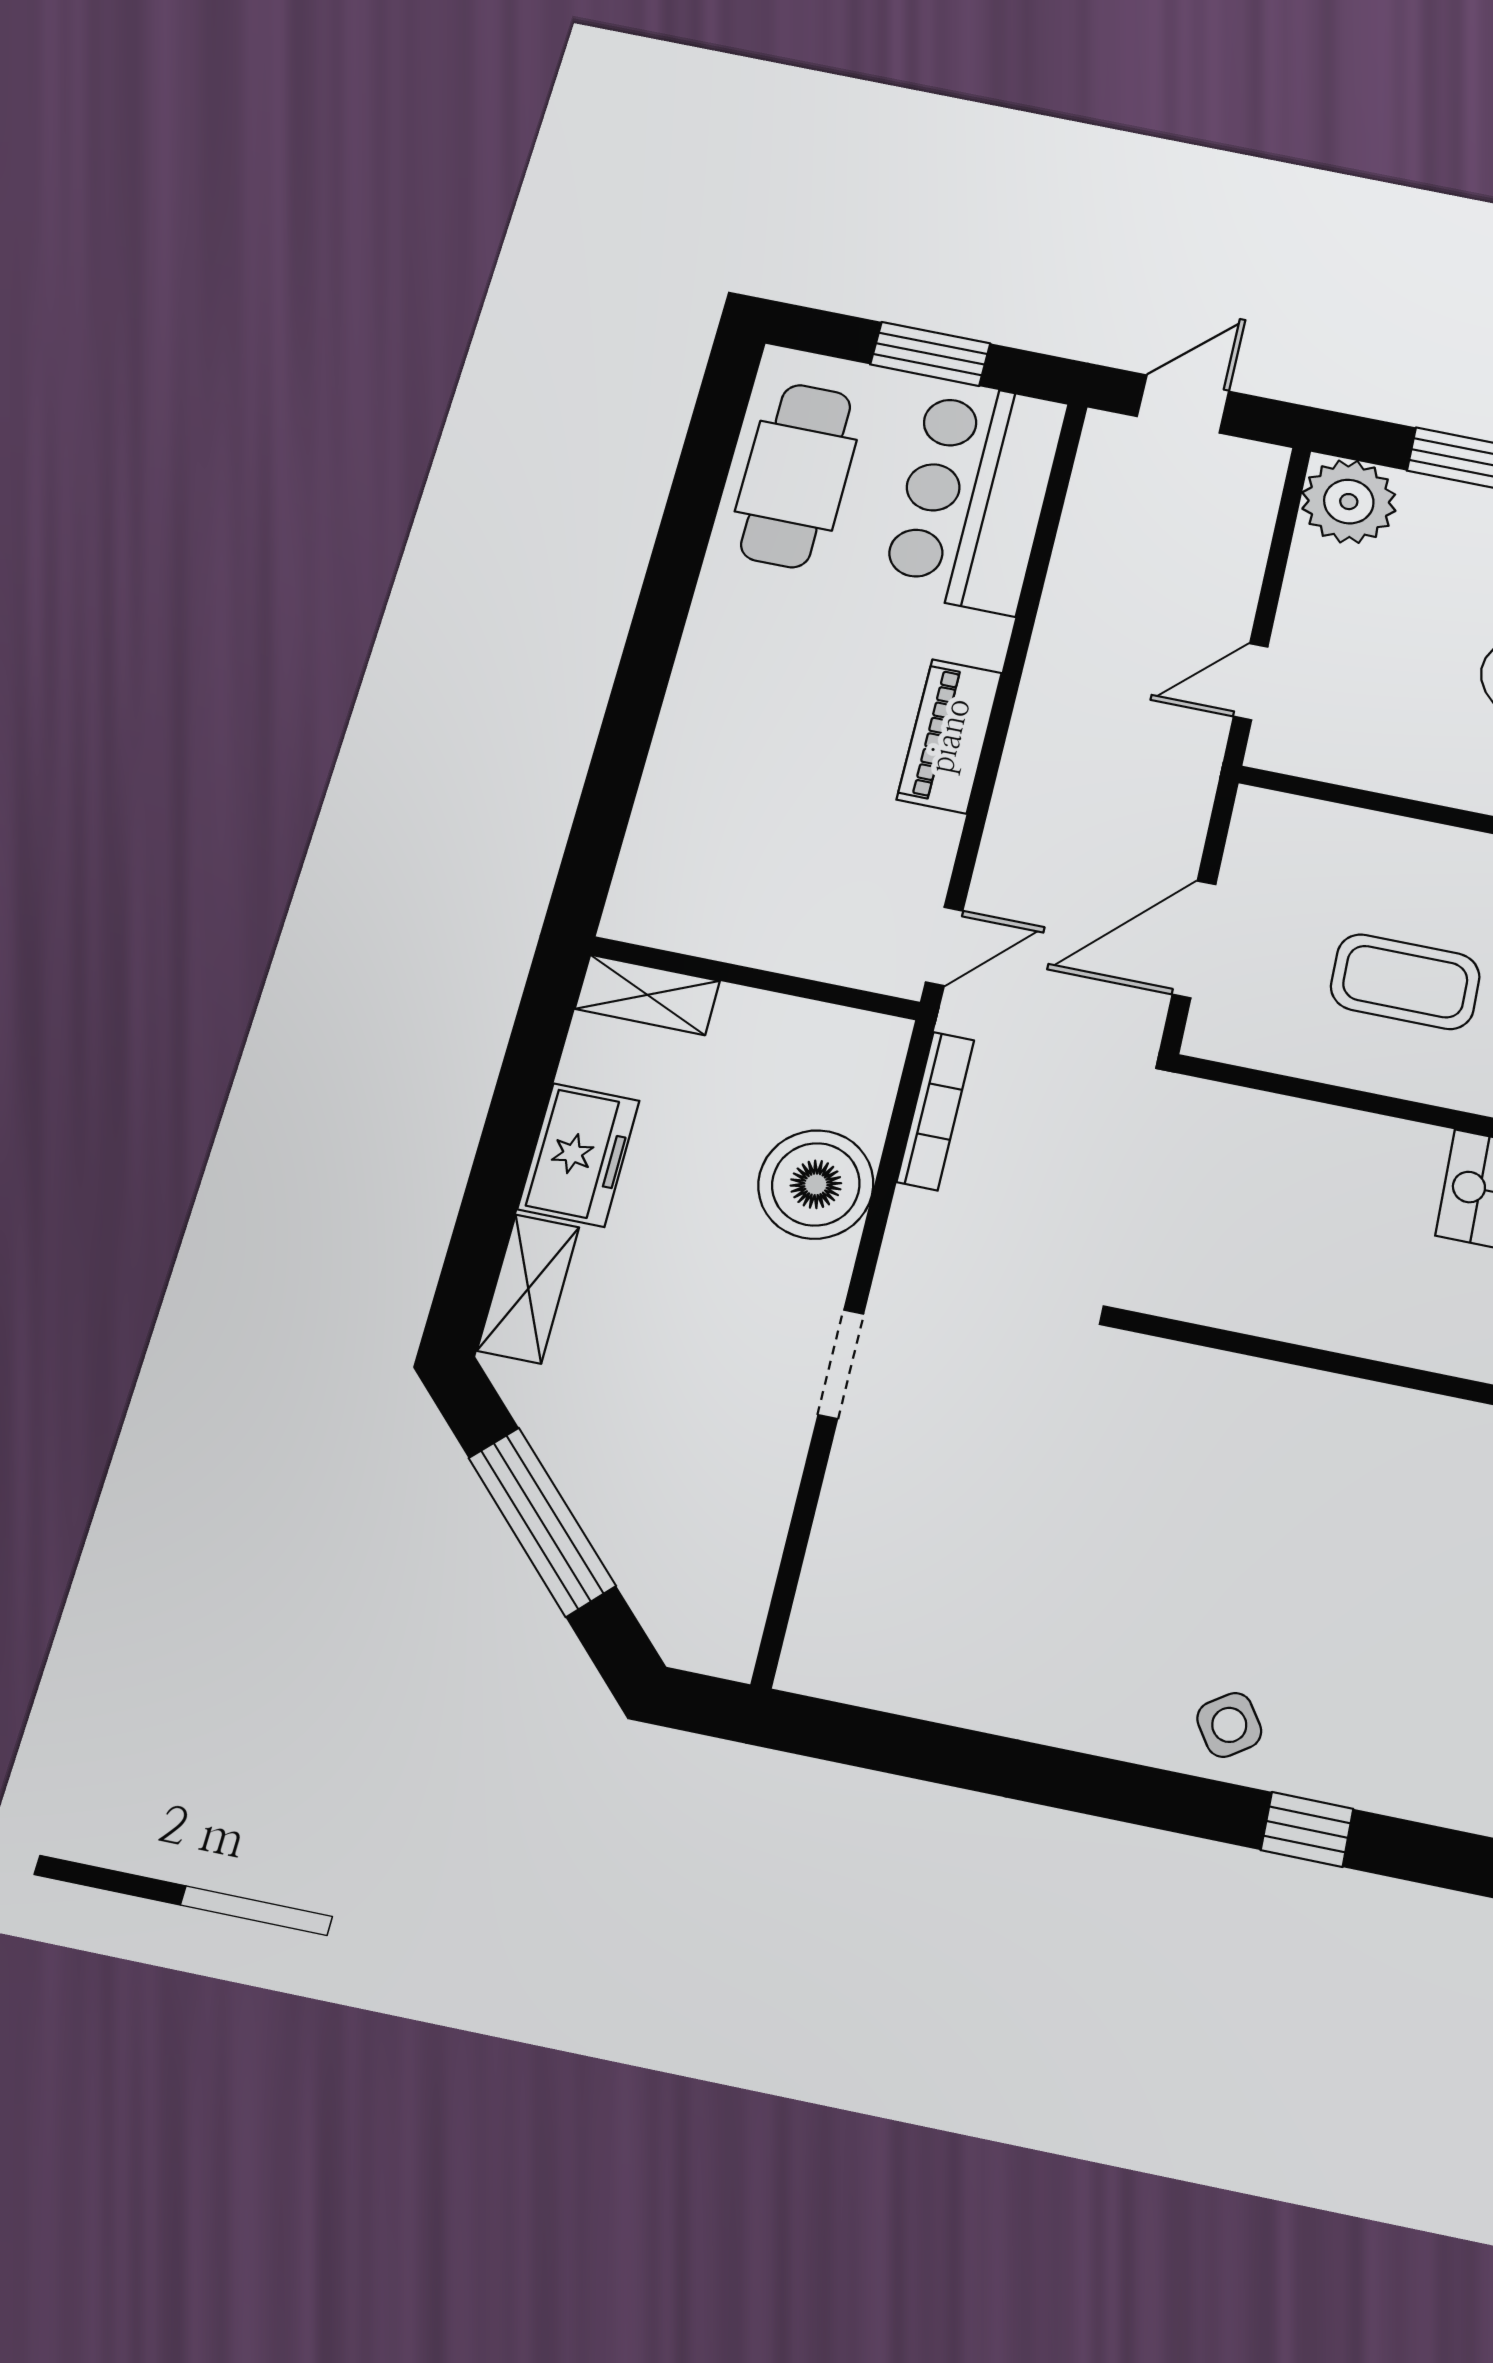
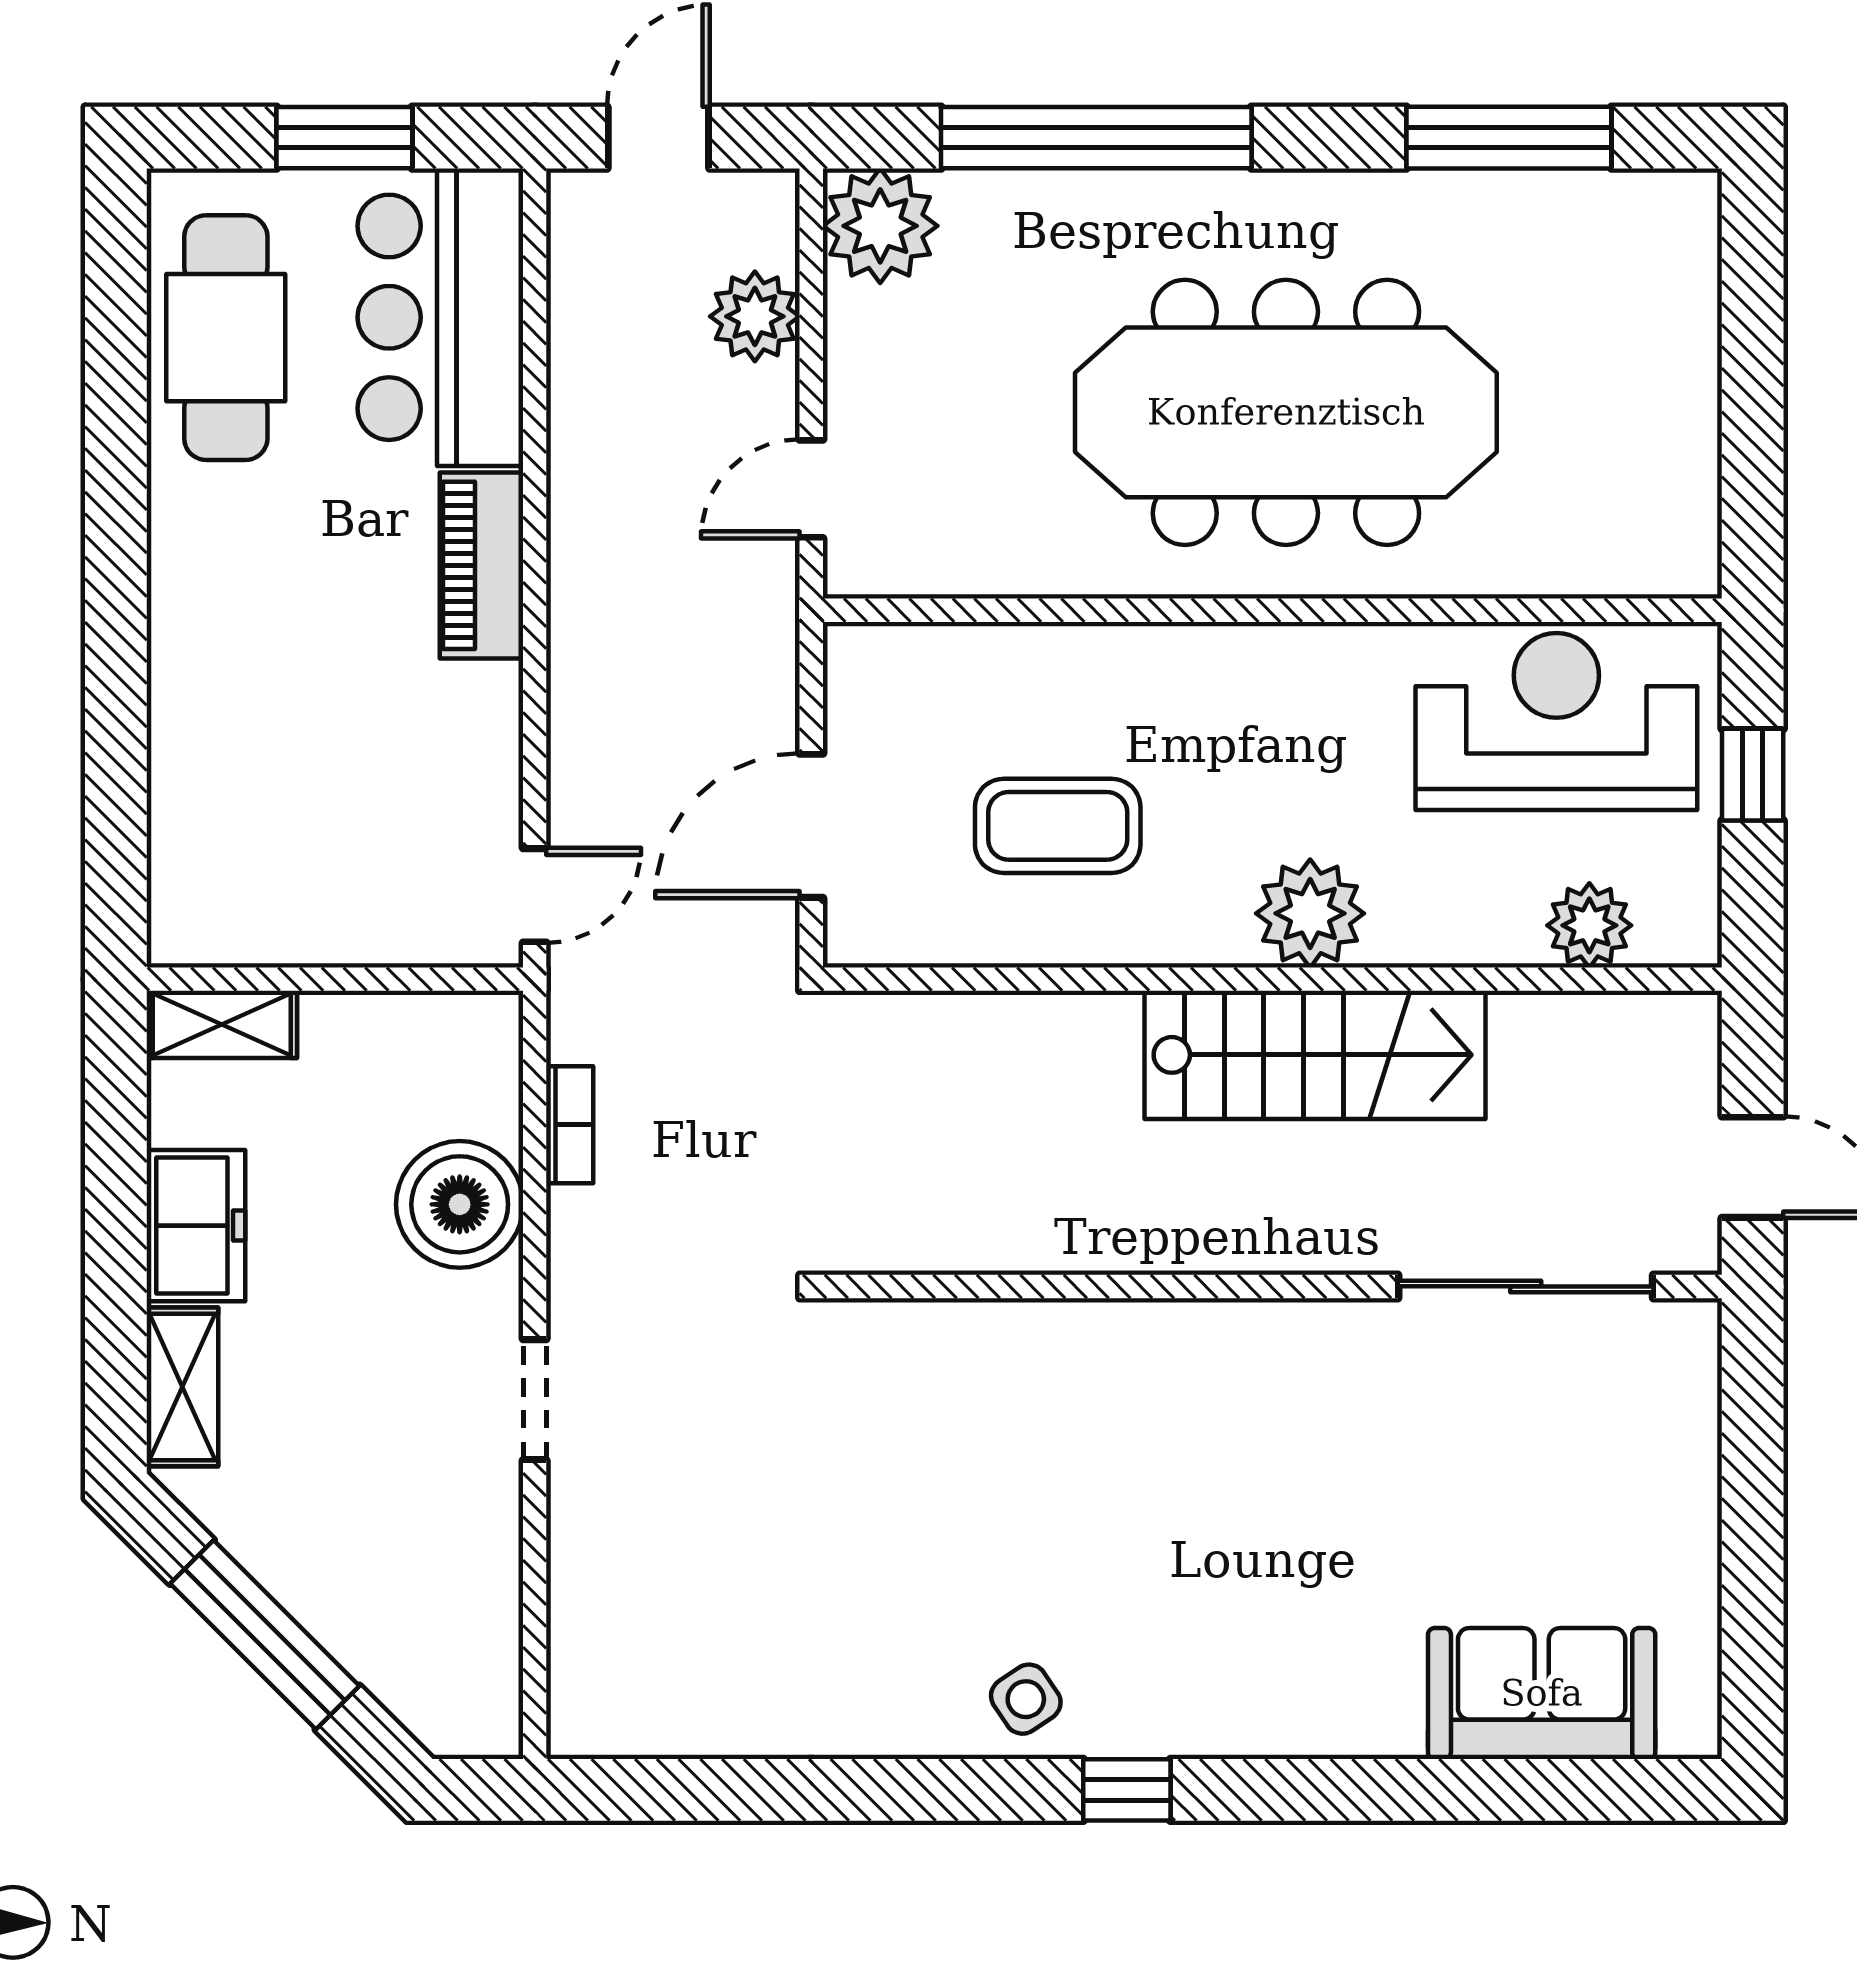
plant: (1232, 546) -> (755, 316), added
piano: (949, 736) -> (481, 565), moved
bookcase: (936, 1111) -> (570, 1125), width x0.64

